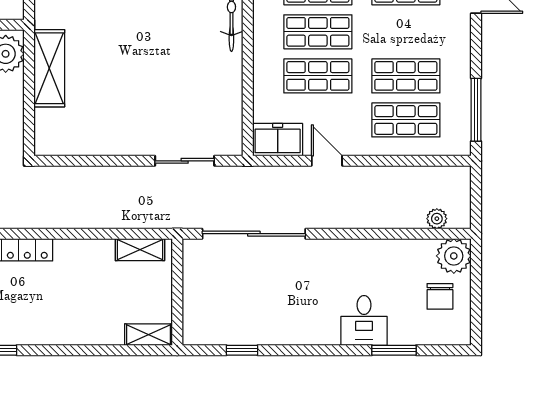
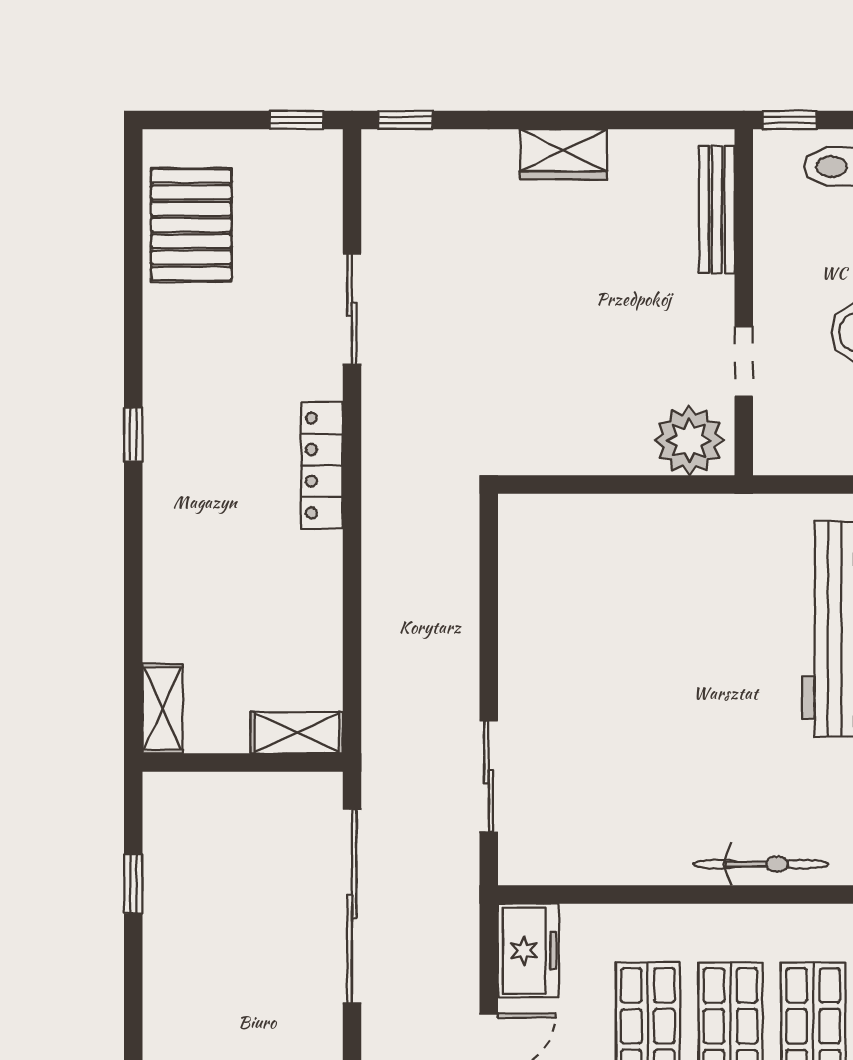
shelving: (49, 68) -> (662, 522), removed
shelving: (140, 250) -> (297, 733), moved, turned 90

